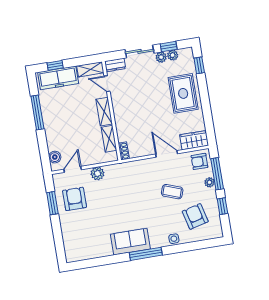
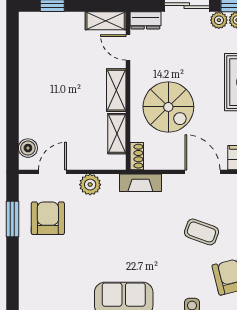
freezer: (58, 78) -> (53, 26), removed
window: (37, 112) -> (12, 74), removed
spiral stairs: (138, 117) -> (168, 107), added
fireplace: (129, 167) -> (140, 183), added

